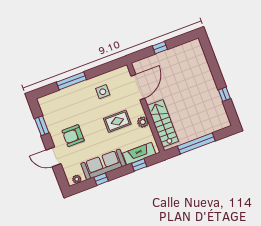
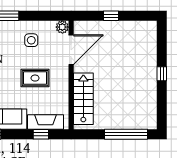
window: (224, 94) -> (162, 74), moved
plant: (143, 122) -> (62, 27), moved
window: (196, 143) -> (126, 134), moved

